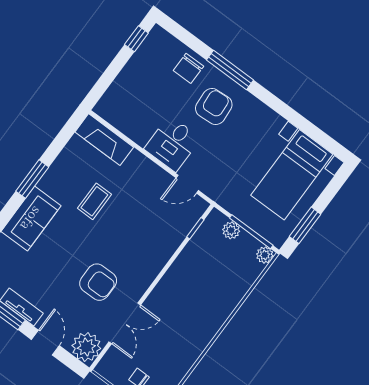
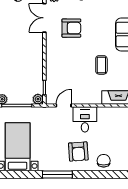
window: (230, 70) -> (57, 174), moved
plant: (231, 230) -> (38, 99), moved
armchair: (98, 282) -> (71, 28), turned 180

